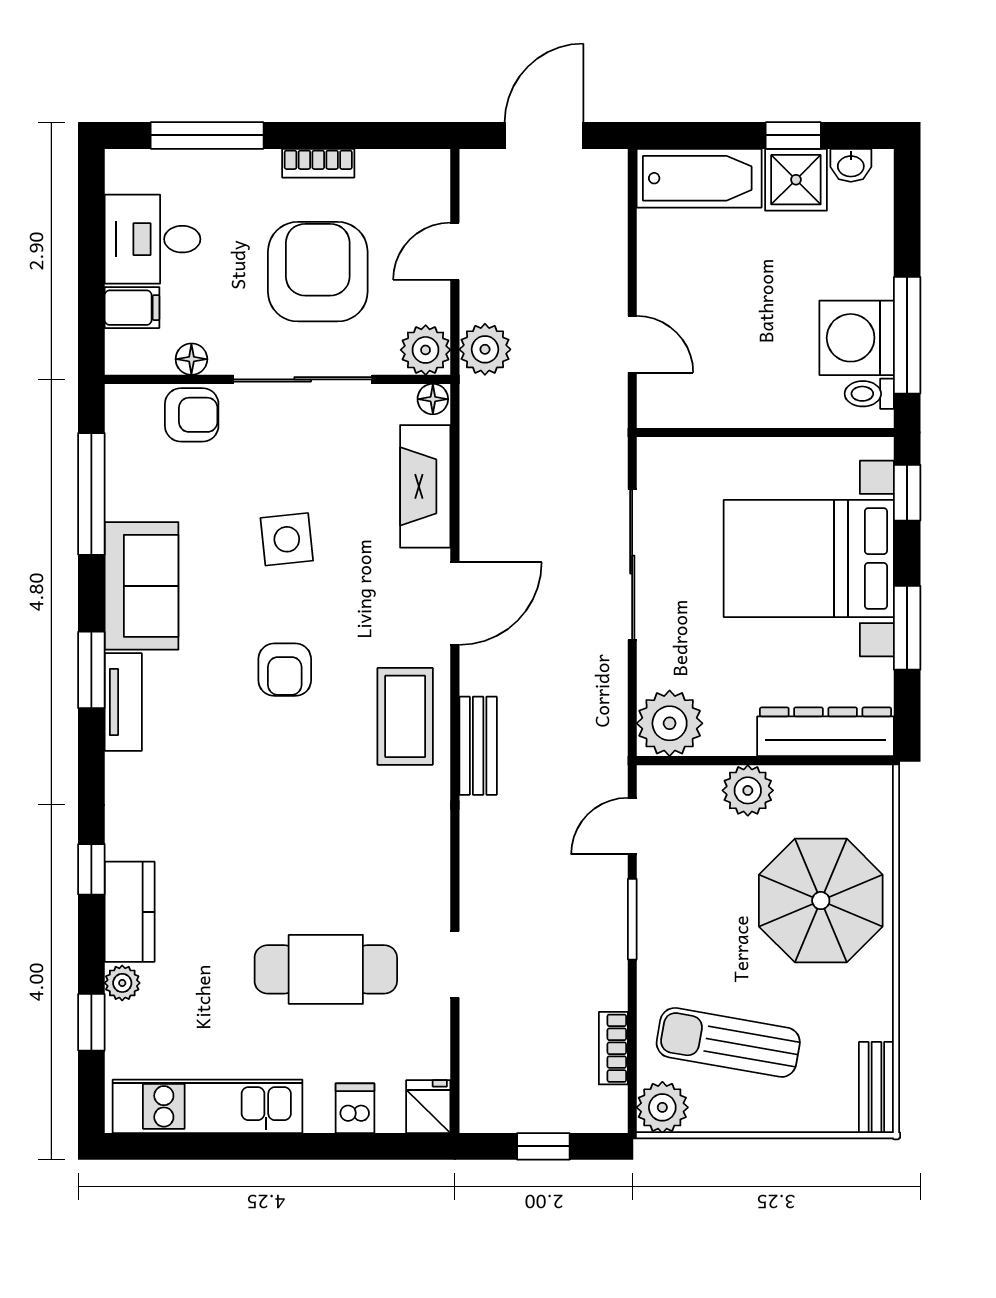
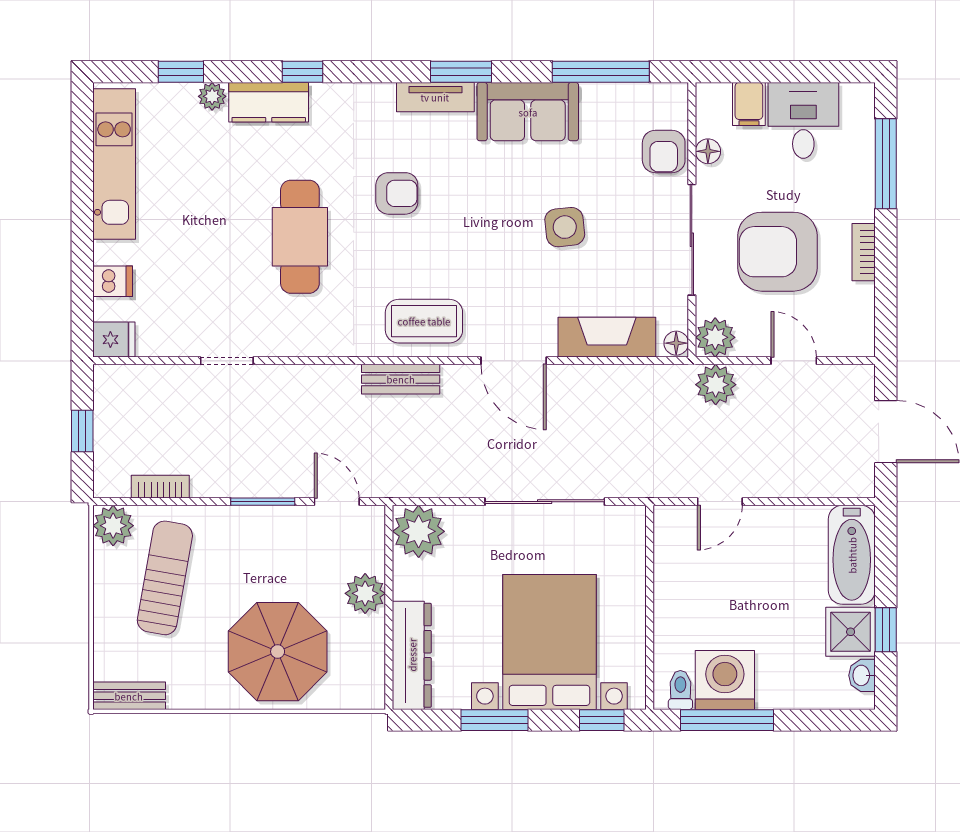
armchair: (318, 272) -> (777, 252), turned 180
armchair: (285, 670) -> (397, 193), moved, turned 180
cafe table: (326, 969) -> (300, 237), moved

